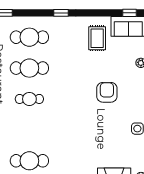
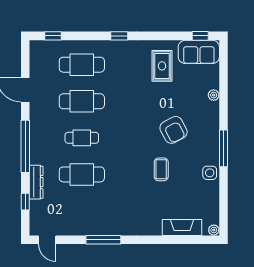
armchair: (107, 92) -> (174, 130), turned 152
coffee table: (96, 126) -> (161, 169), added
cafe table: (29, 161) -> (82, 174), moved

